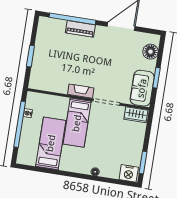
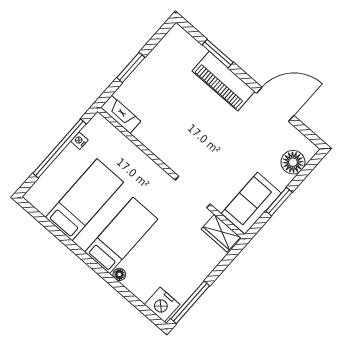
window: (73, 19) -> (218, 54), width x0.47
piano: (80, 29) -> (223, 81), width x1.37, depth x1.33
fireplace: (81, 91) -> (121, 114), moved
bed: (77, 123) -> (121, 236), moved, turned 180
window: (143, 162) -> (190, 302), width x1.44

